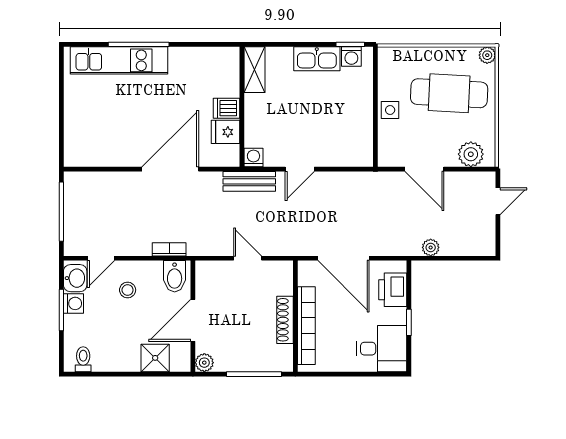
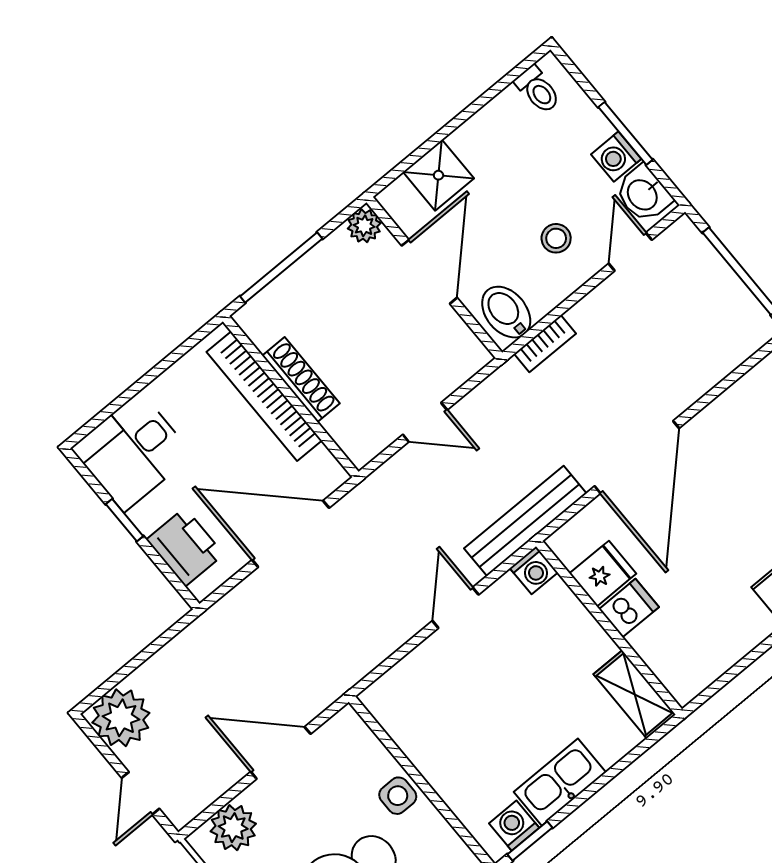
bench: (249, 181) -> (525, 521), width x1.36
plant: (431, 247) -> (121, 718), moved, width x1.88, depth x1.88

